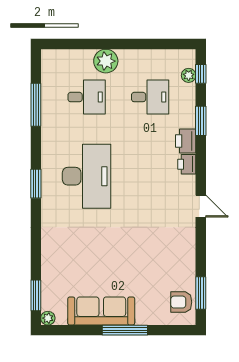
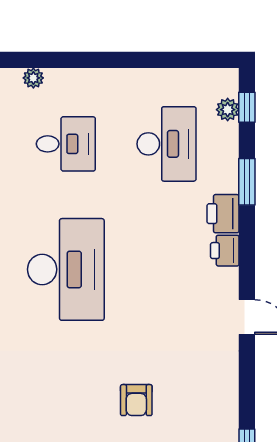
plant: (106, 61) -> (33, 78), moved, width x0.53, depth x0.53
desk: (150, 97) -> (167, 144), width x1.37
armchair: (131, 259) -> (136, 400), added

